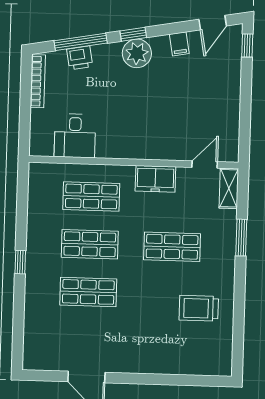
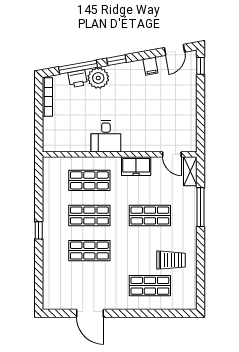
plant: (137, 53) -> (98, 78), moved
desk: (75, 136) -> (106, 136), moved
door: (205, 165) -> (172, 154), swing flipped
window: (241, 238) -> (201, 207), width x1.44
trolley: (199, 308) -> (171, 260), turned 180
shop shelf: (169, 342) -> (150, 286), added

